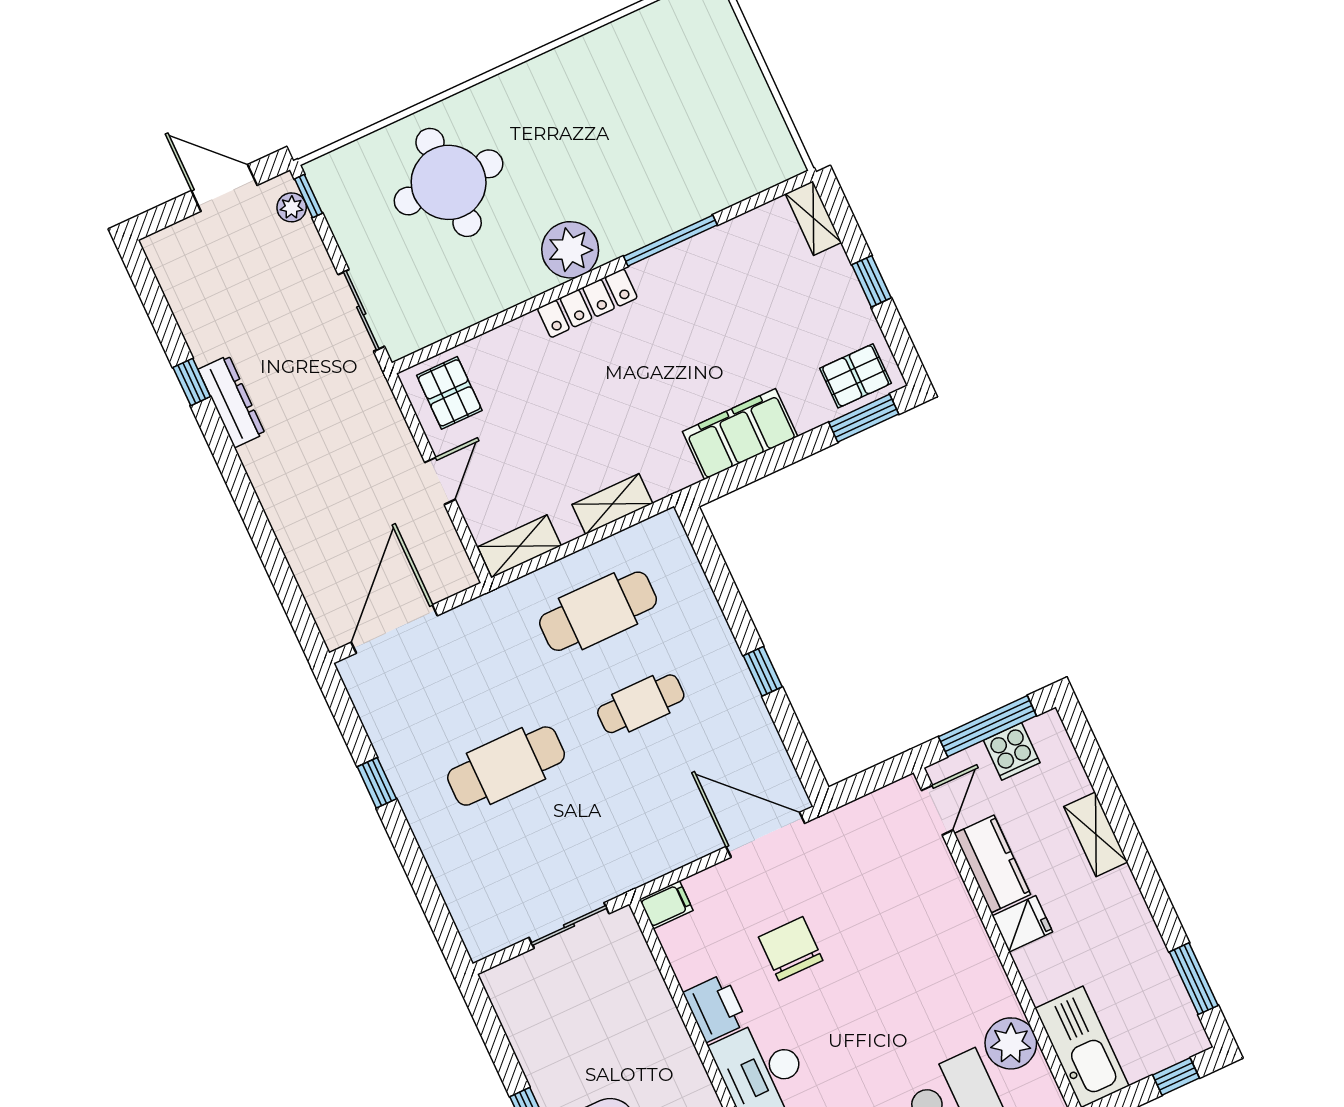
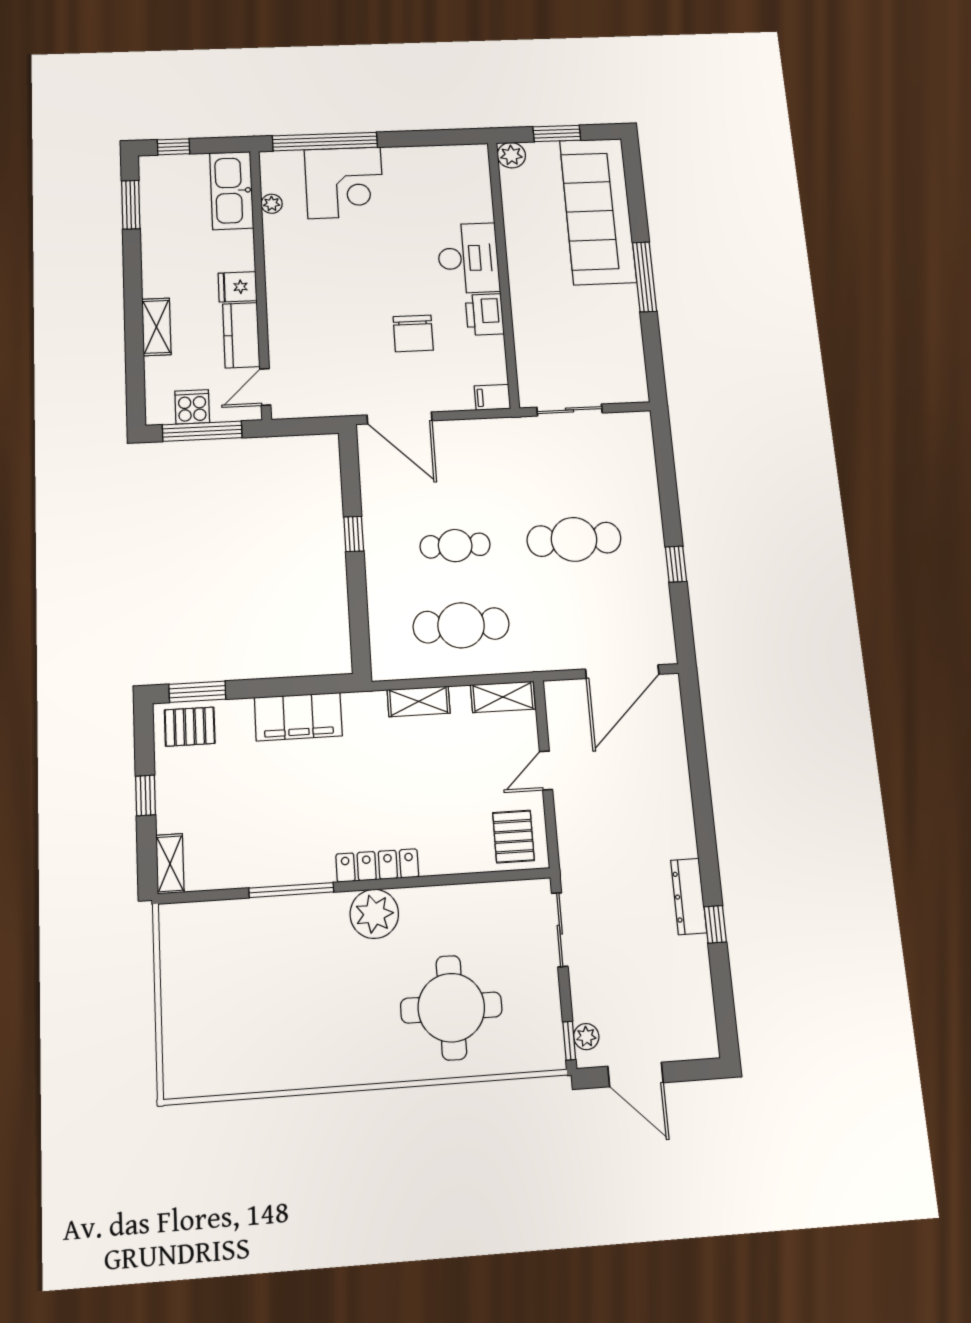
plant: (1011, 1043) -> (272, 204), width x0.53, depth x0.53

